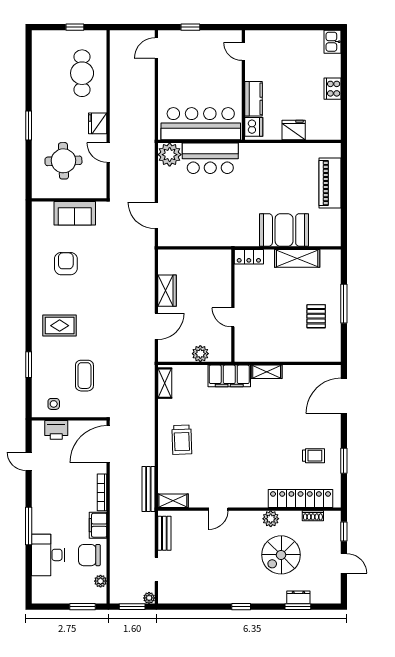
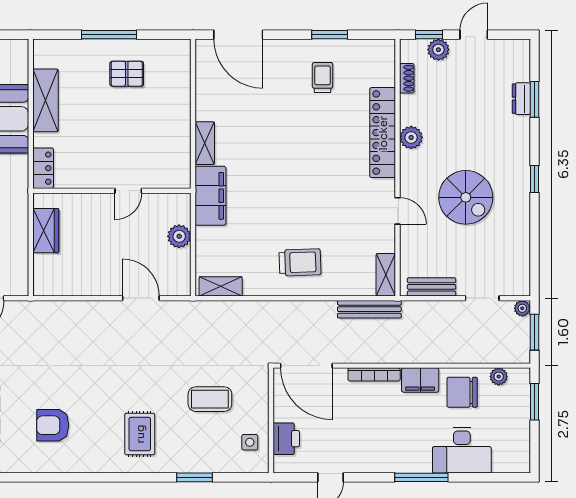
wardrobe: (167, 291) -> (46, 231), moved, turned 90
locker: (301, 498) -> (383, 133), moved
plant: (333, 538) -> (438, 50), added
chair: (89, 555) -> (462, 392), turned 90
spiral stairs: (281, 555) -> (466, 197), moved

